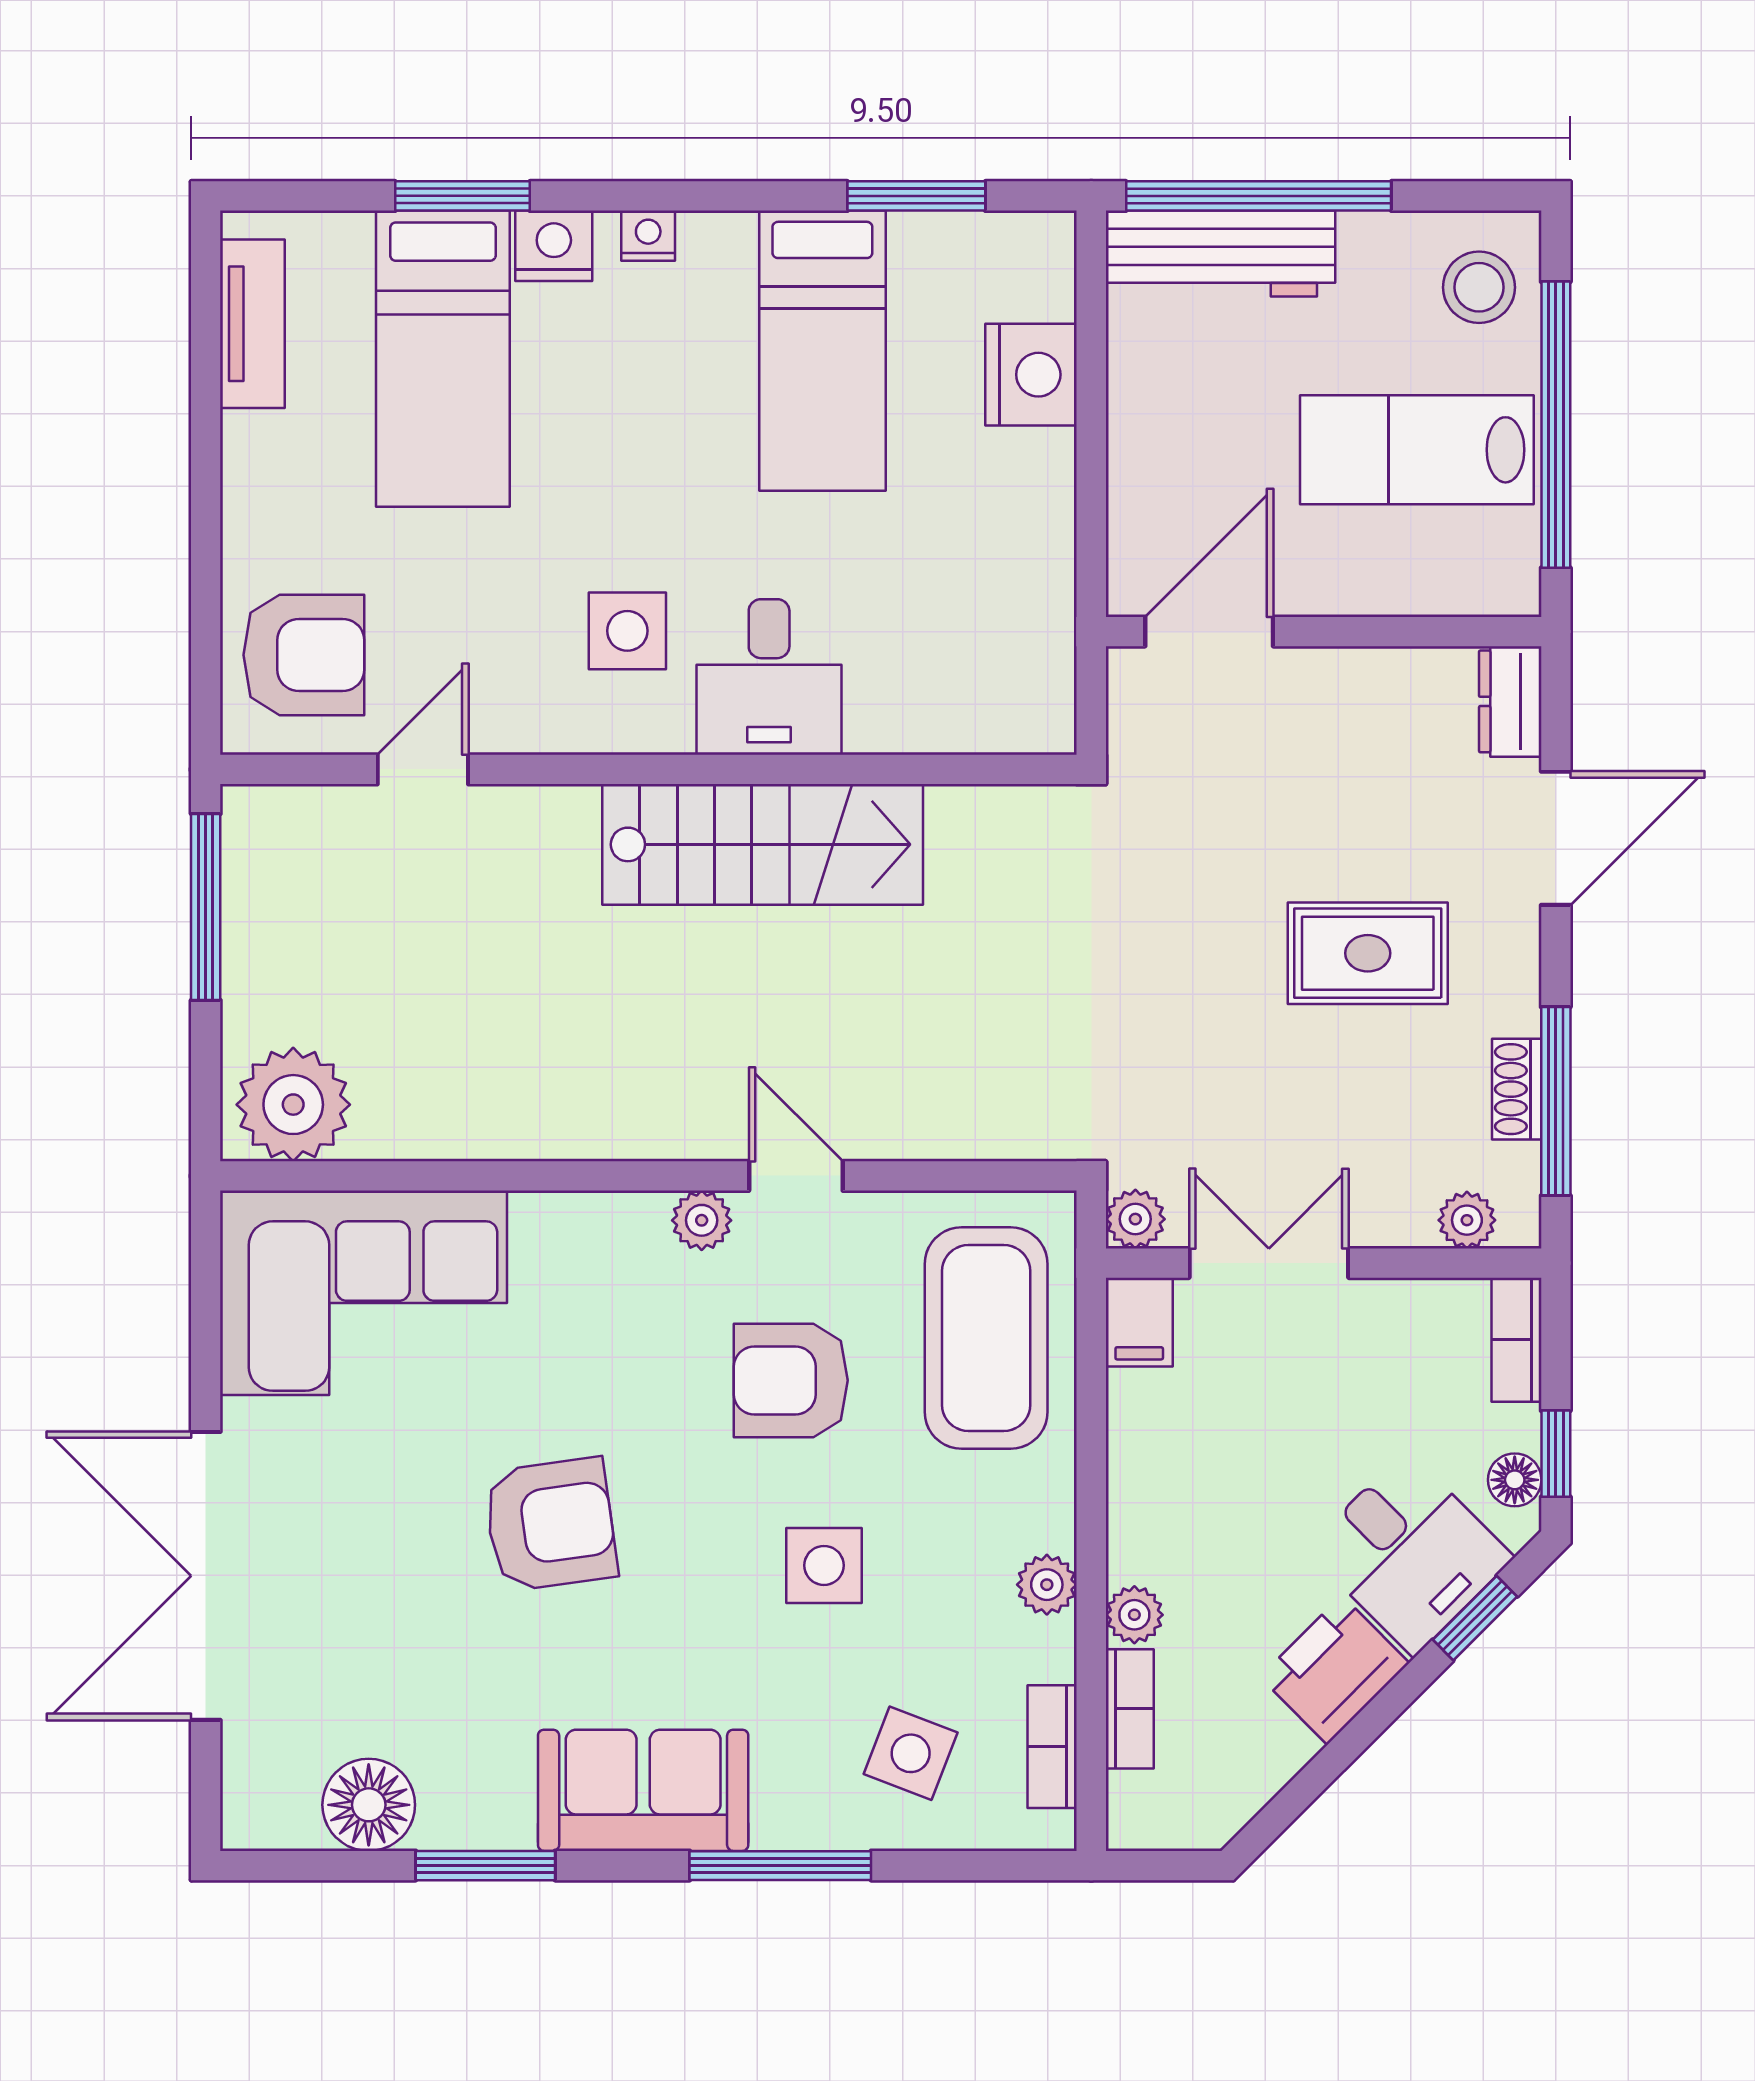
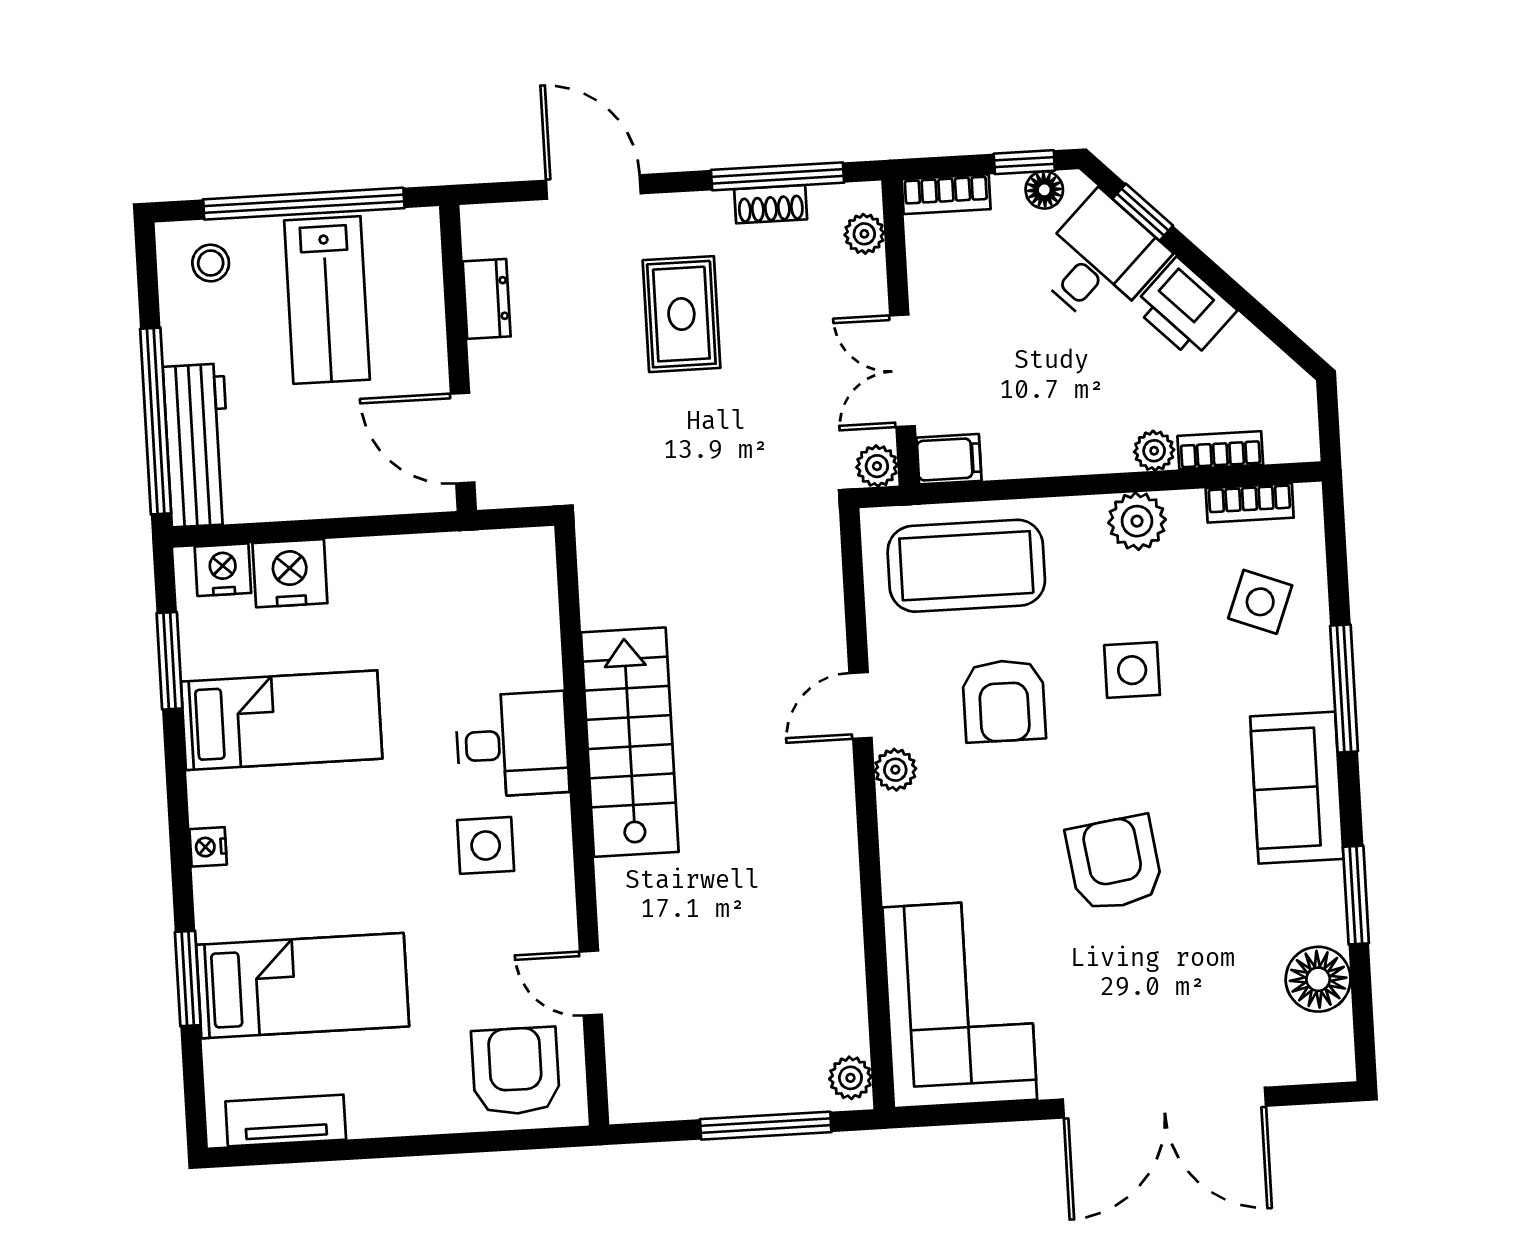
nightstand: (554, 246) -> (223, 570), moved, turned 90
stool: (1479, 287) -> (211, 263), width x0.73, depth x0.73
dresser: (1510, 701) -> (487, 299), moved, turned -90
window: (206, 907) -> (766, 1126), moved
plant: (293, 1105) -> (850, 1078), width x0.53, depth x0.53
plant: (1047, 1585) -> (1137, 521), width x1.38, depth x1.38

